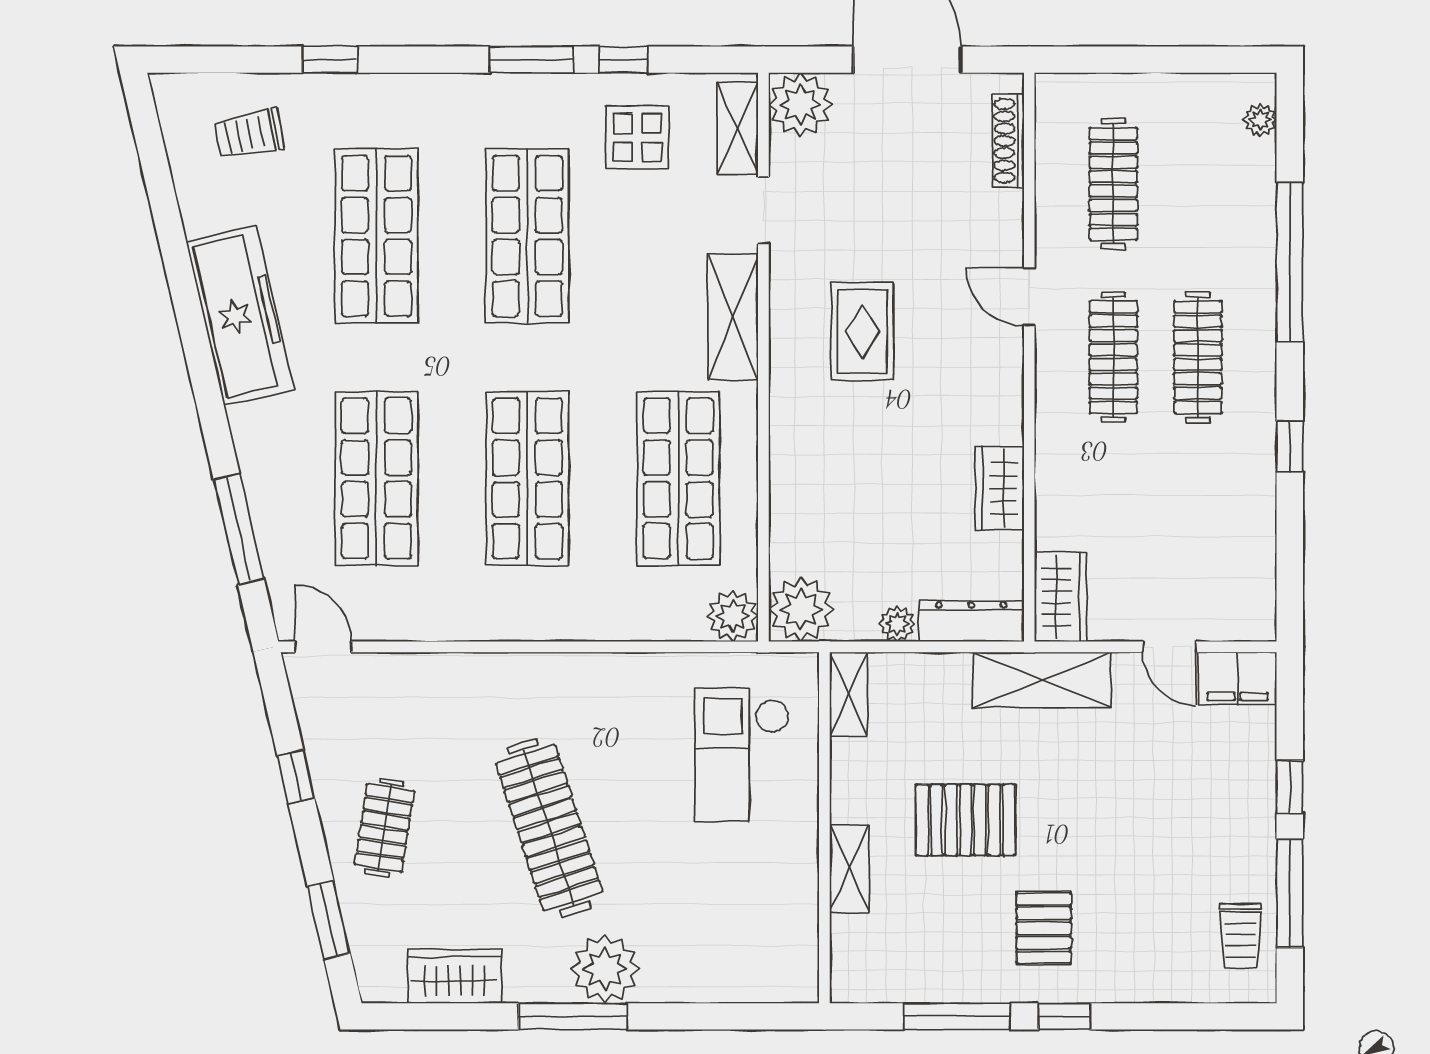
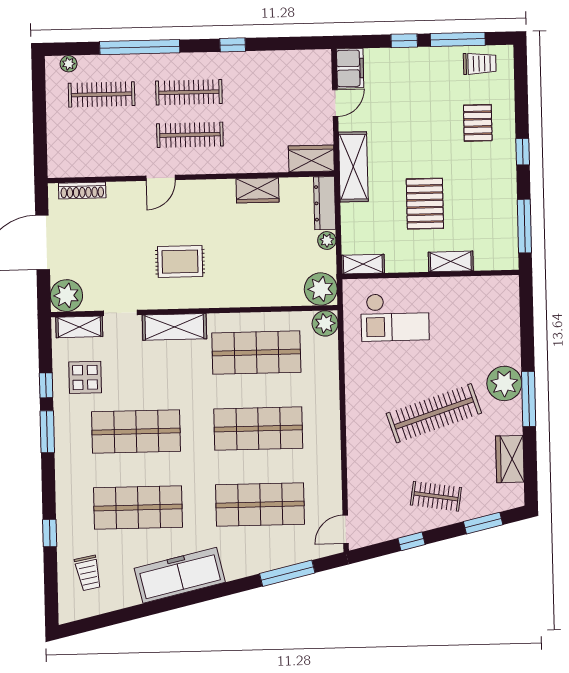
clothes rail: (1113, 184) -> (102, 94), moved
pallet: (1044, 928) -> (478, 123), moved, turned 90
window: (957, 1016) -> (524, 226), moved

